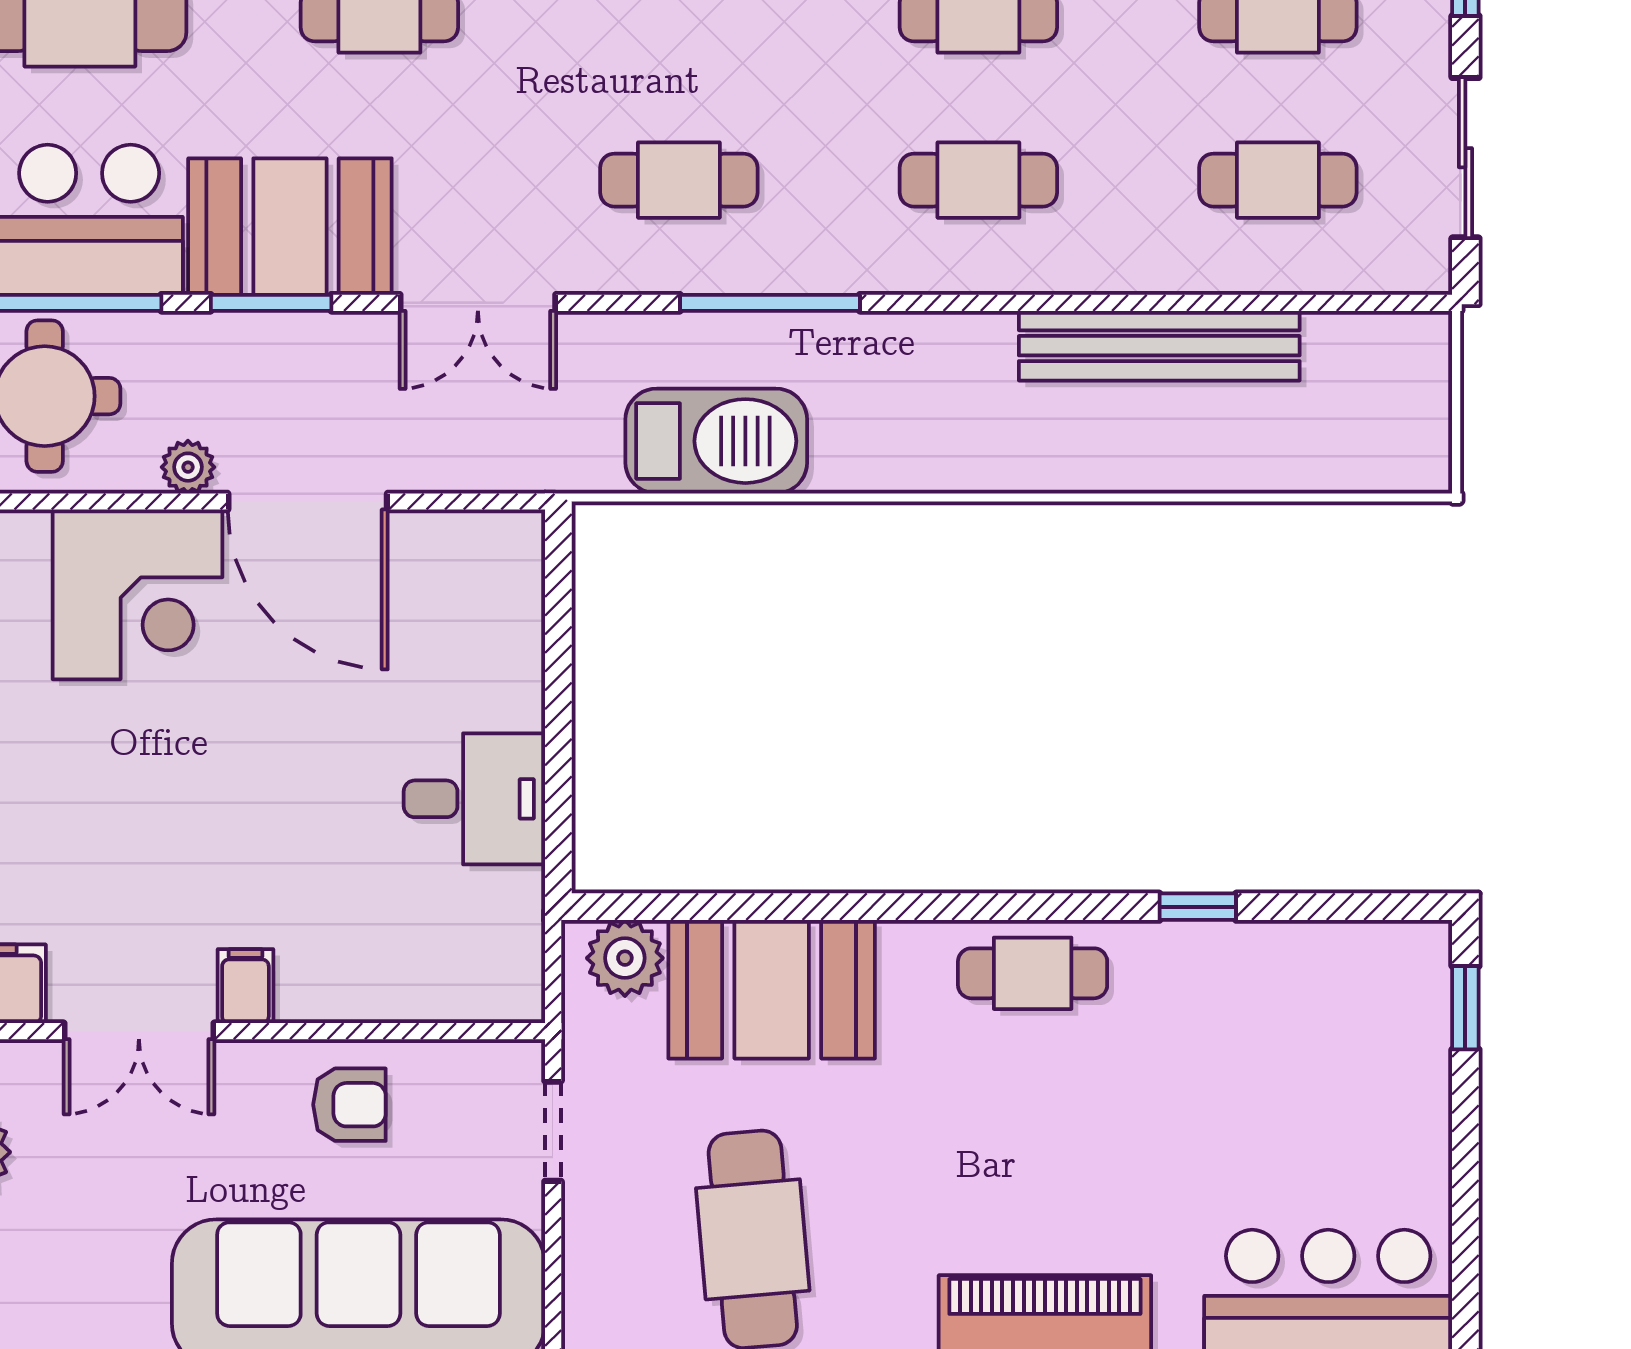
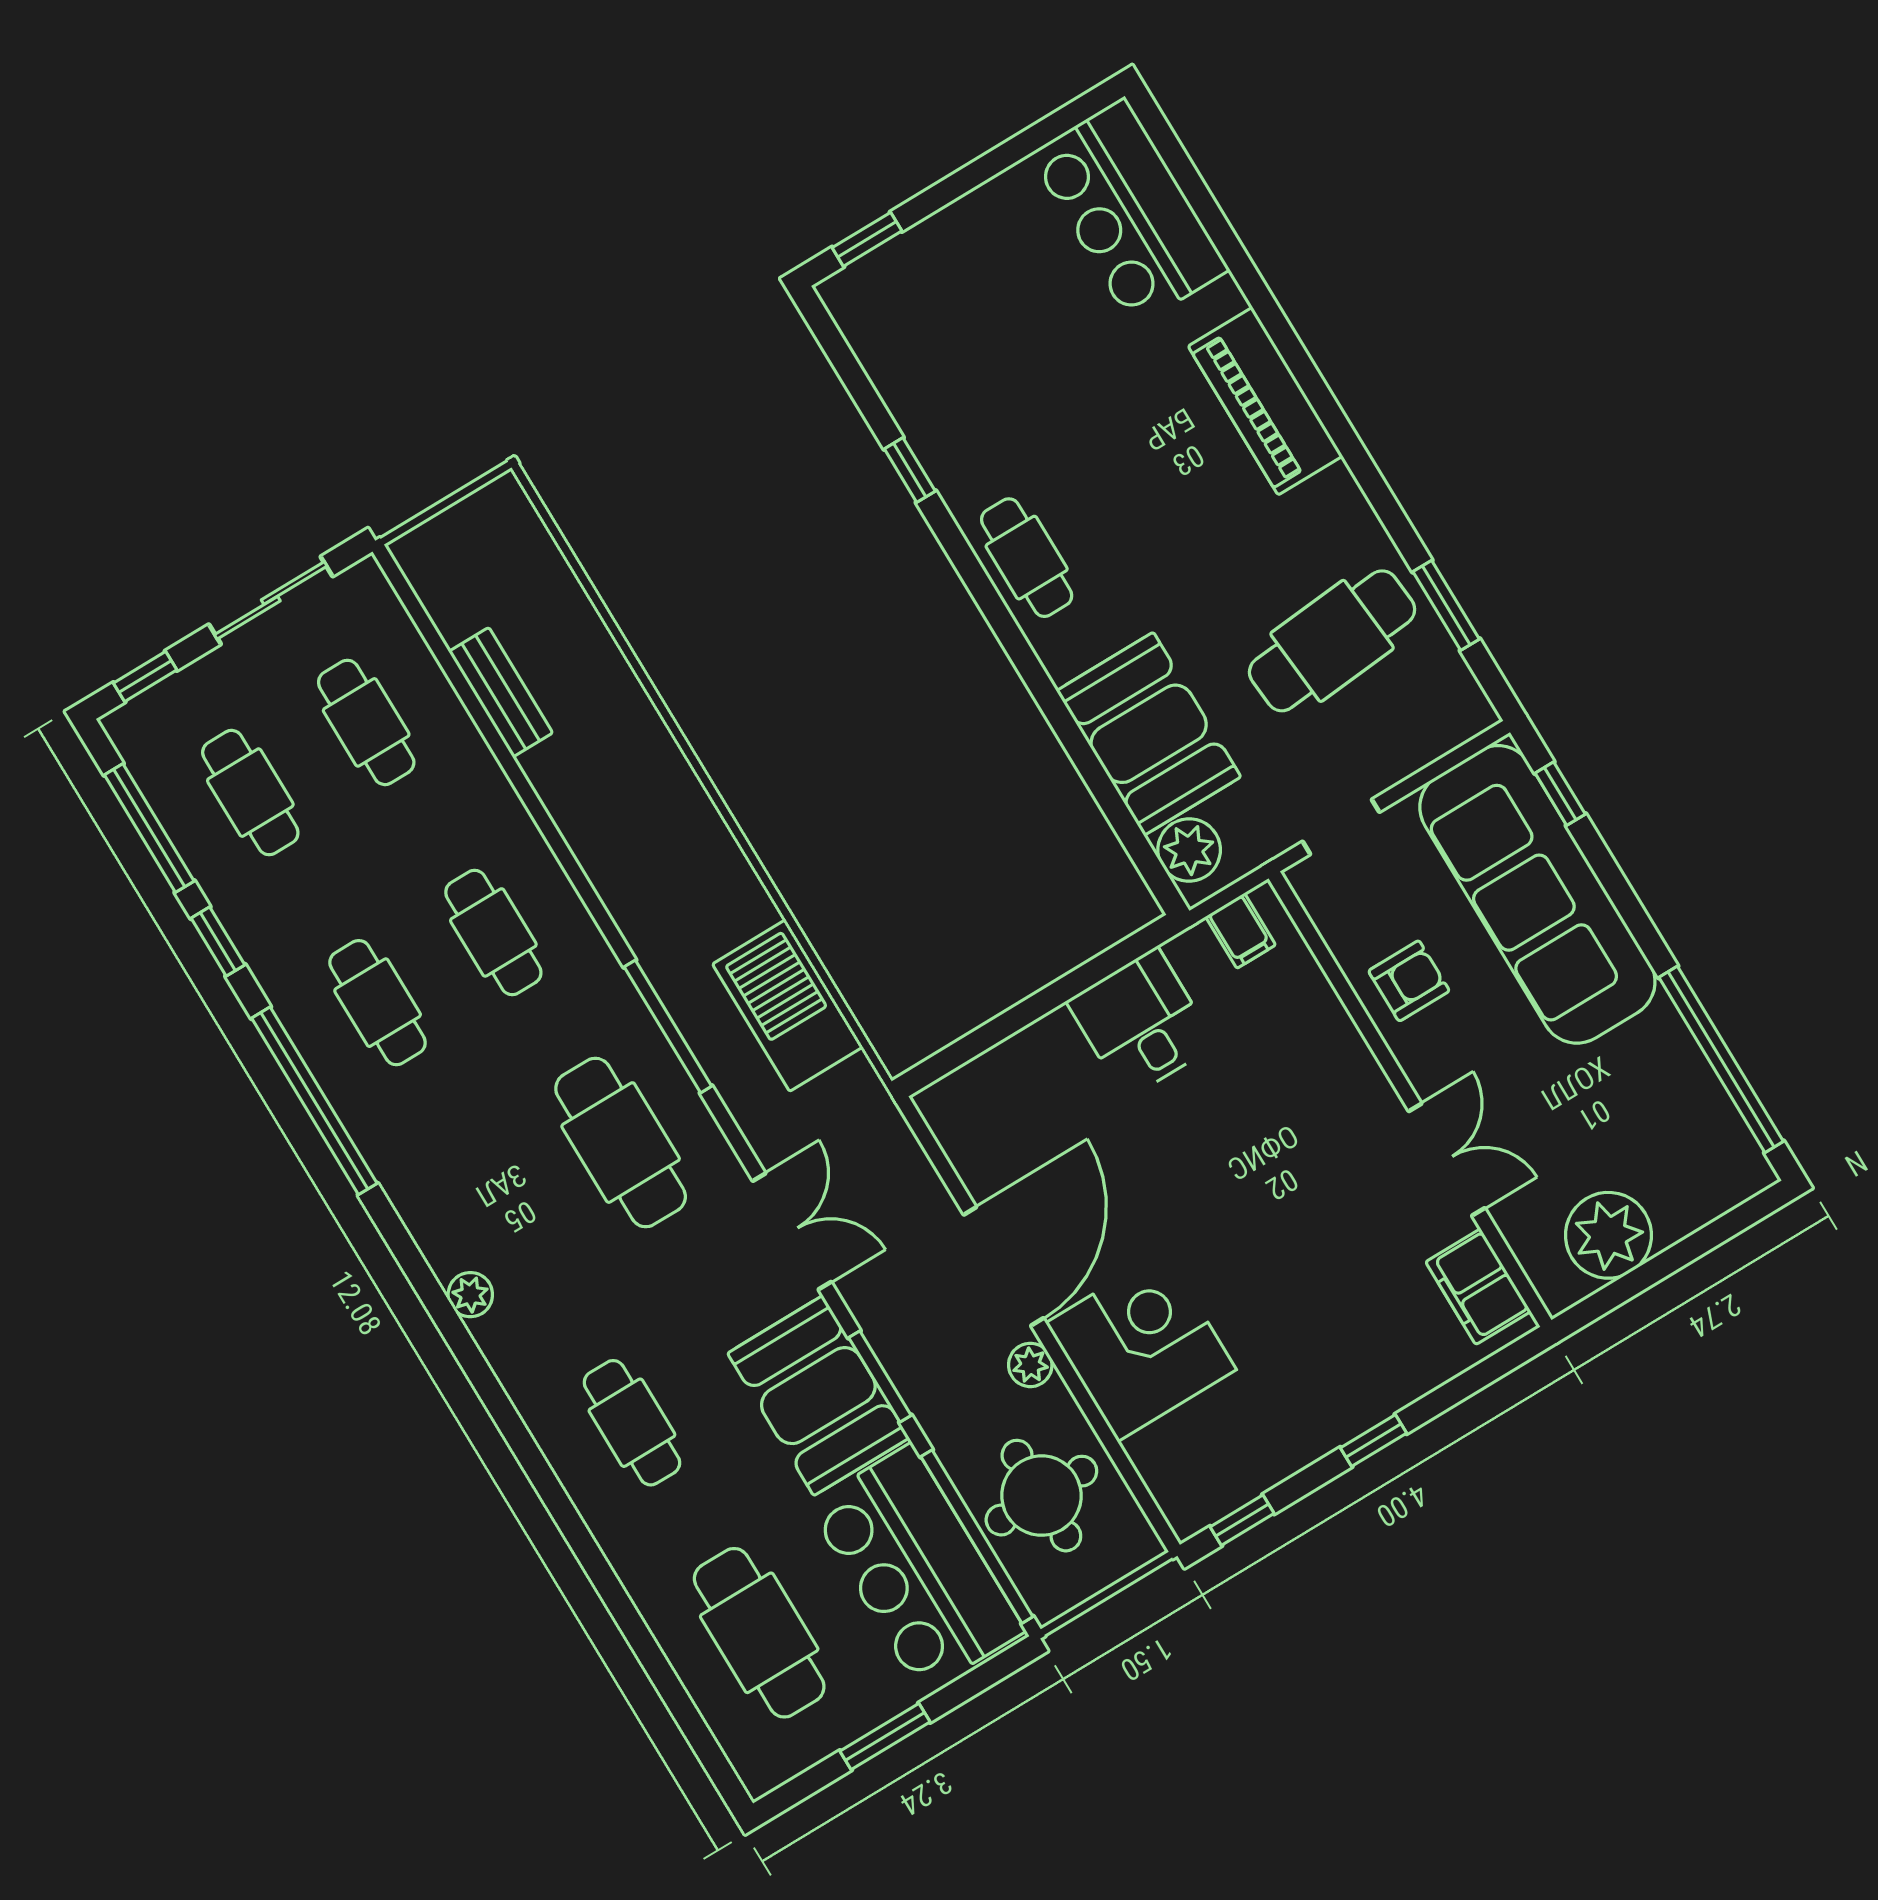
cafe table: (679, 180) -> (621, 1143), width x1.37, depth x1.35
bench: (1159, 346) -> (501, 692), width x0.54, depth x0.82
filing cabinet: (245, 986) -> (1241, 931), moved, turned -90
armchair: (349, 1105) -> (1409, 981), turned 90

